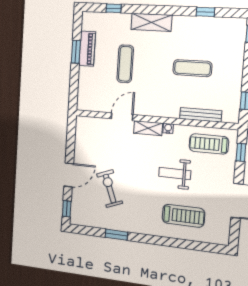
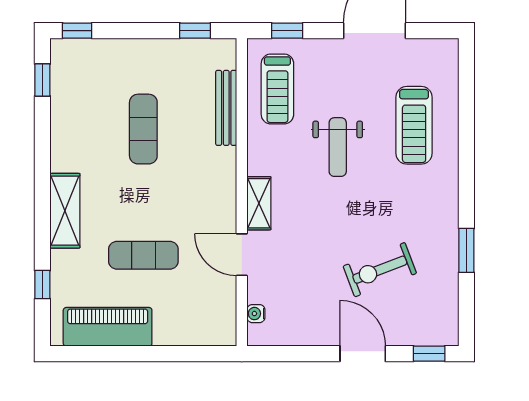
window: (205, 12) -> (42, 80), moved
piano: (87, 49) -> (108, 327), width x1.37, depth x1.33
window: (76, 52) -> (126, 354), removed
water cooler: (168, 128) -> (256, 314), moved
treadmill: (183, 216) -> (414, 125), turned 180

